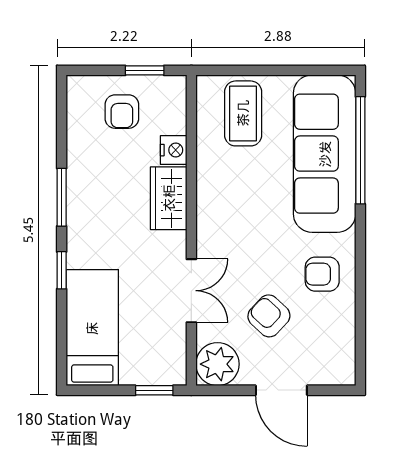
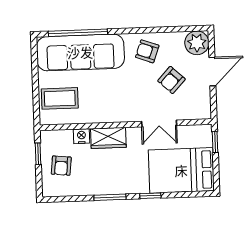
armchair: (122, 112) -> (61, 166), turned 96
armchair: (322, 274) -> (147, 51), turned 110
double door: (191, 291) -> (159, 123), swing flipped
bed: (92, 328) -> (181, 170), width x1.50
plant: (217, 364) -> (197, 43), moved

